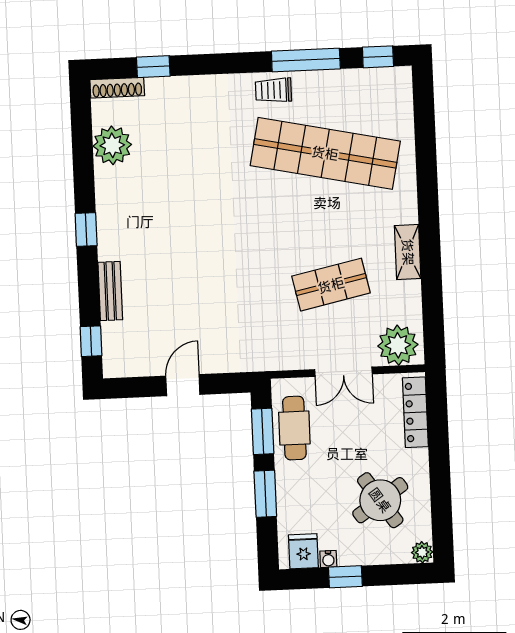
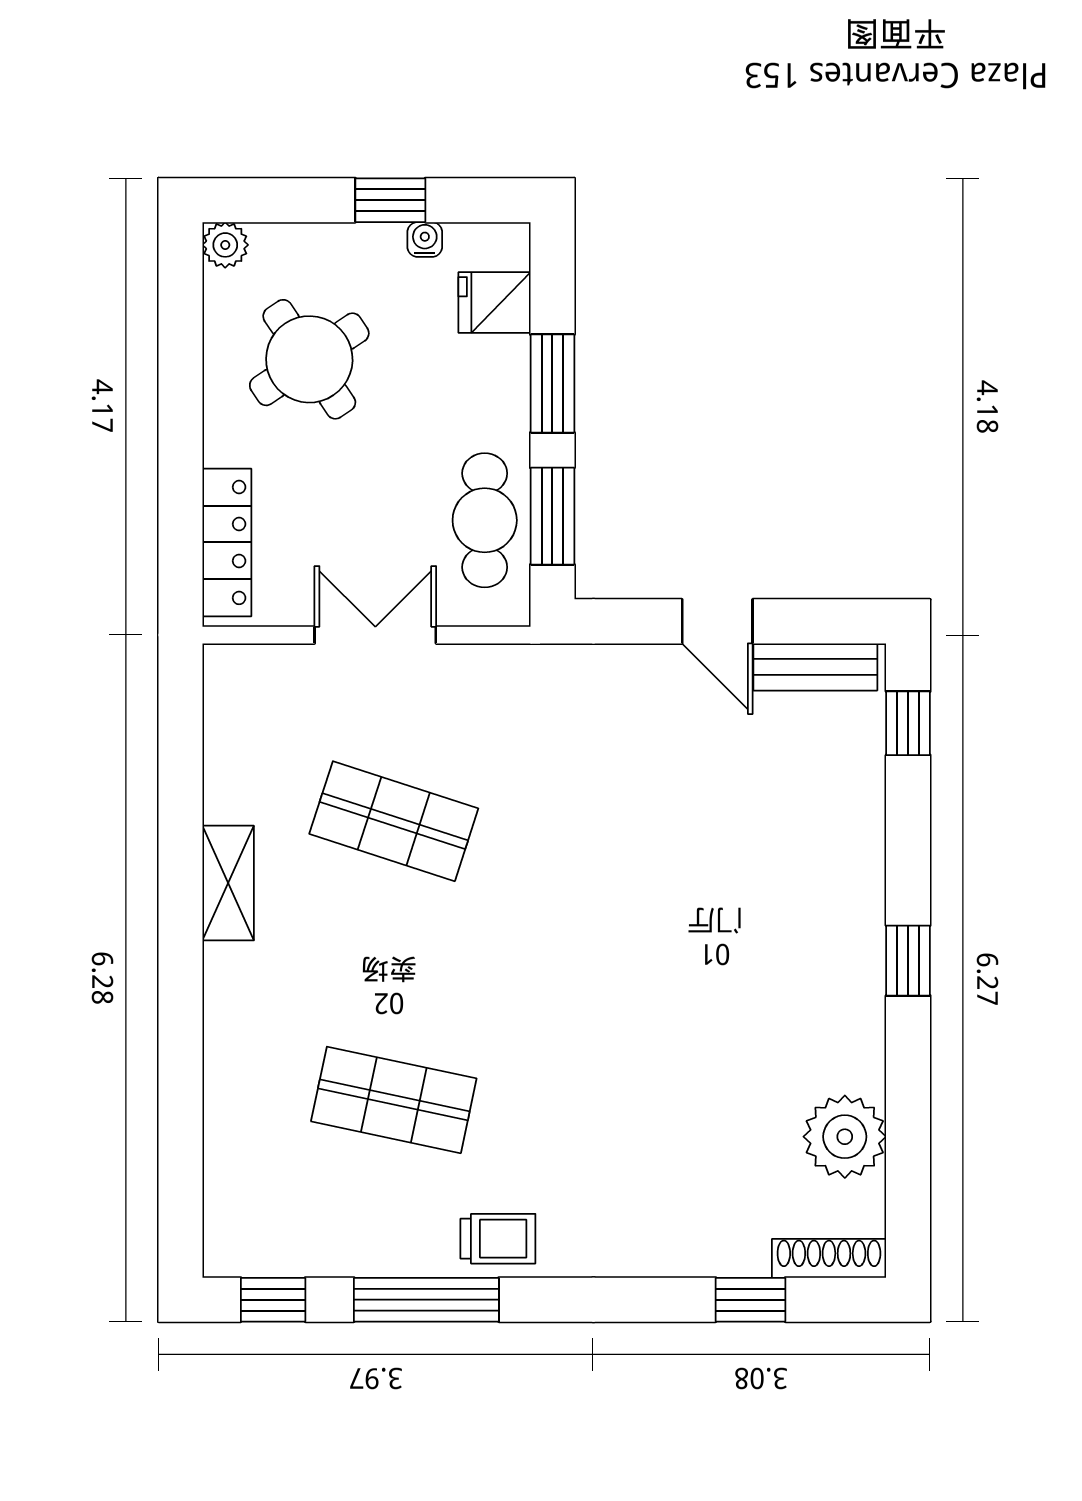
shop shelf: (325, 153) -> (394, 1100), width x0.50, depth x0.74
shop shelf: (331, 285) -> (394, 821), turned 30
bench: (110, 291) -> (815, 667), moved, turned 90
plant: (398, 345) -> (258, 686), removed
door: (183, 385) -> (717, 621), hinge flipped
fridge: (303, 551) -> (494, 302), moved, turned 90

